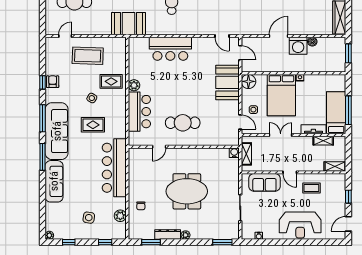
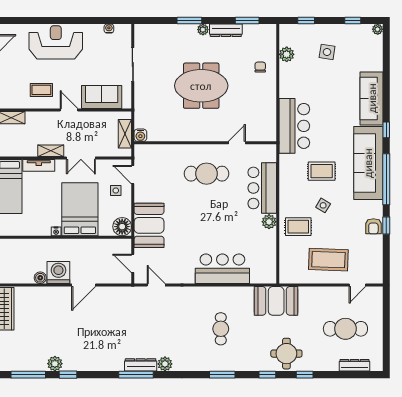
window: (43, 118) -> (386, 179), width x1.46
shelving: (323, 141) -> (51, 151), moved
window: (43, 157) -> (386, 130), width x0.46
bar counter: (114, 168) -> (294, 126), width x0.73
window: (222, 242) -> (189, 20), moved

